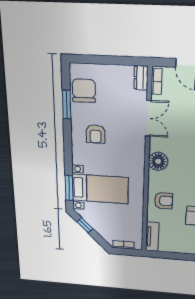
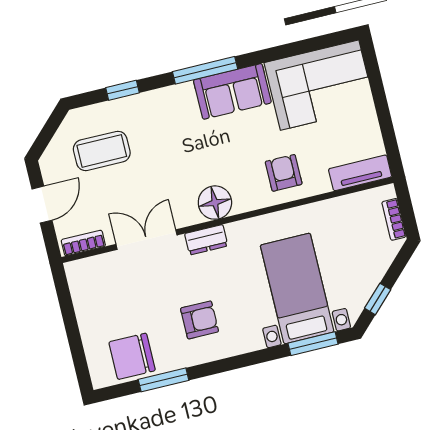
dresser: (141, 78) -> (206, 240), moved

